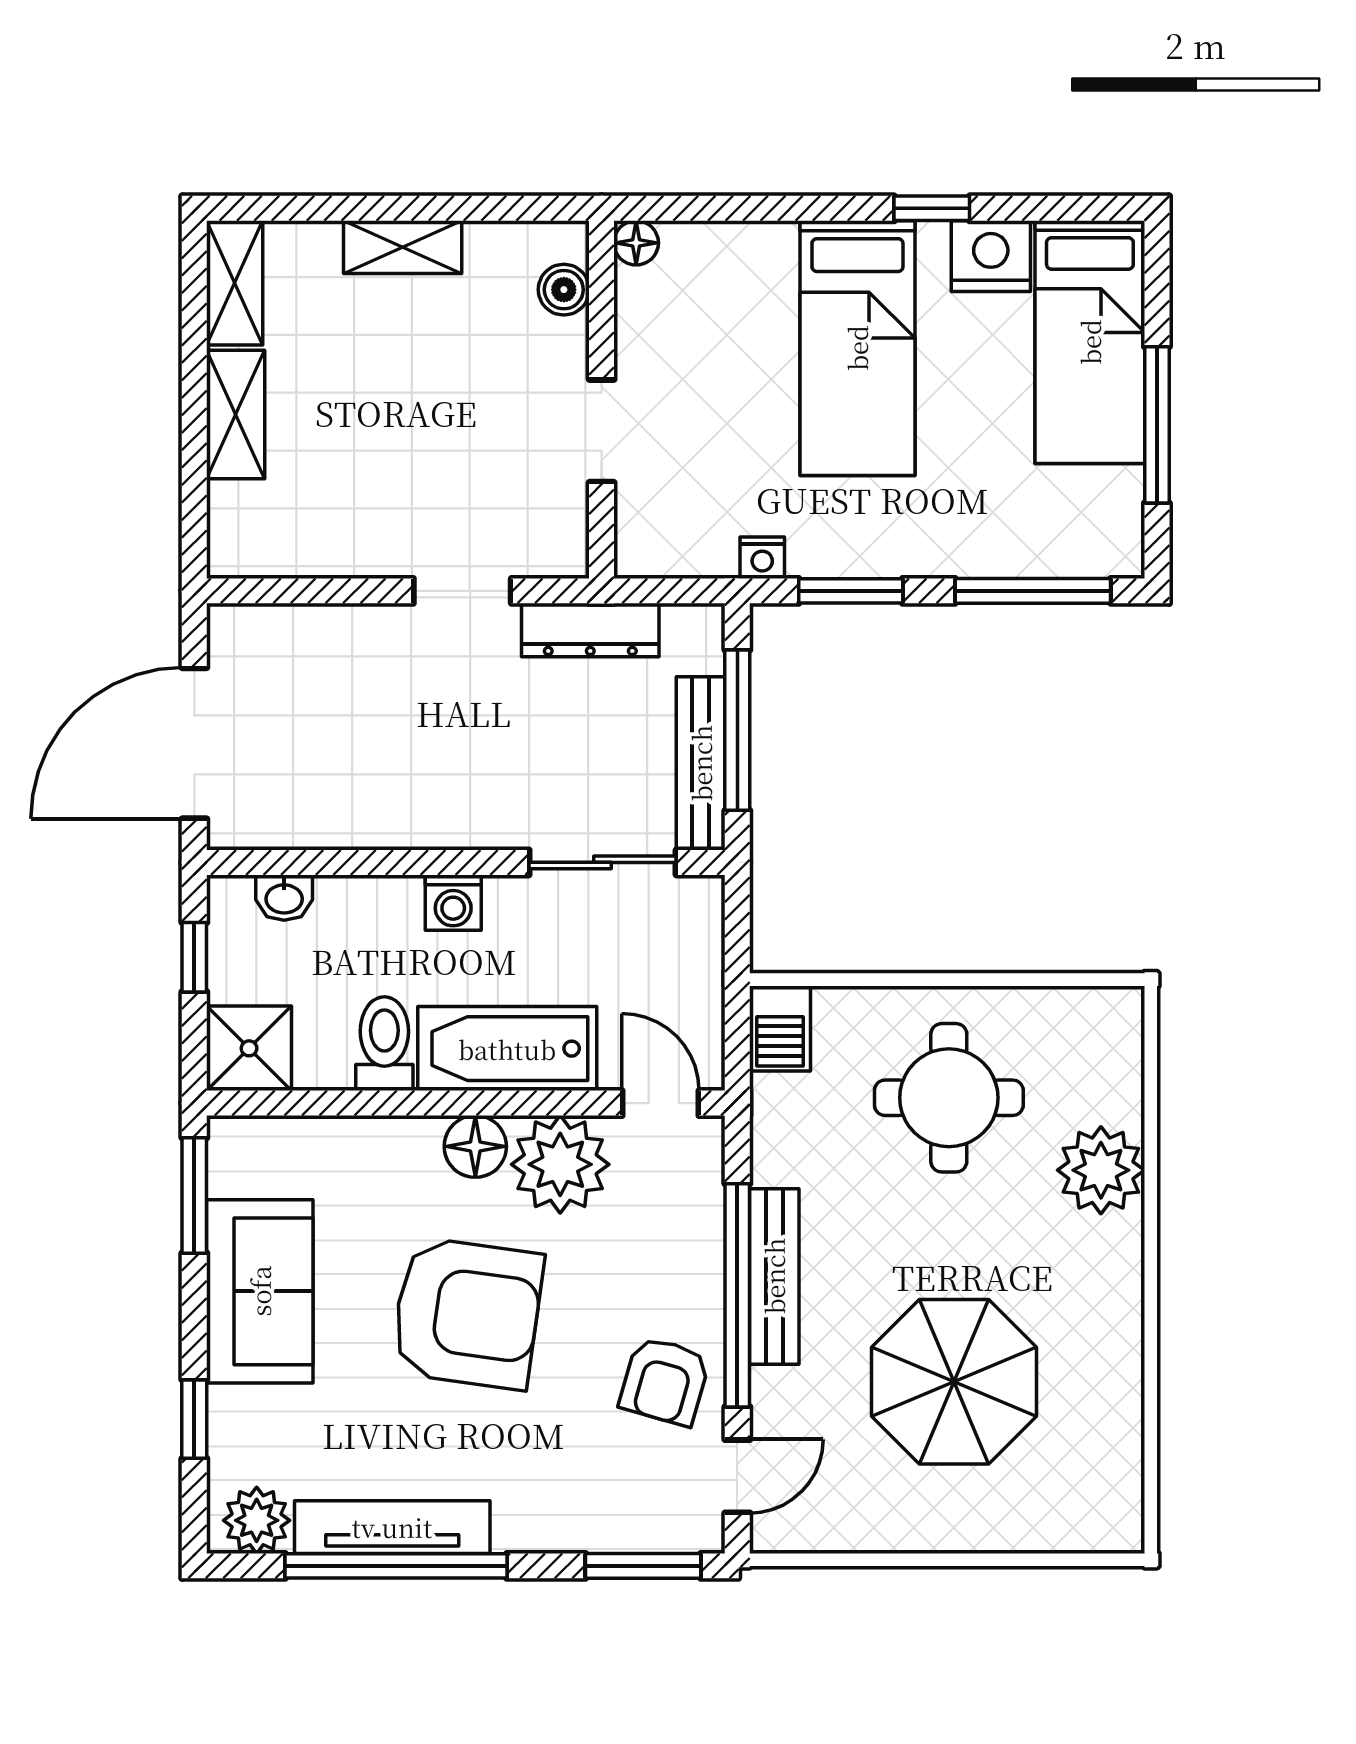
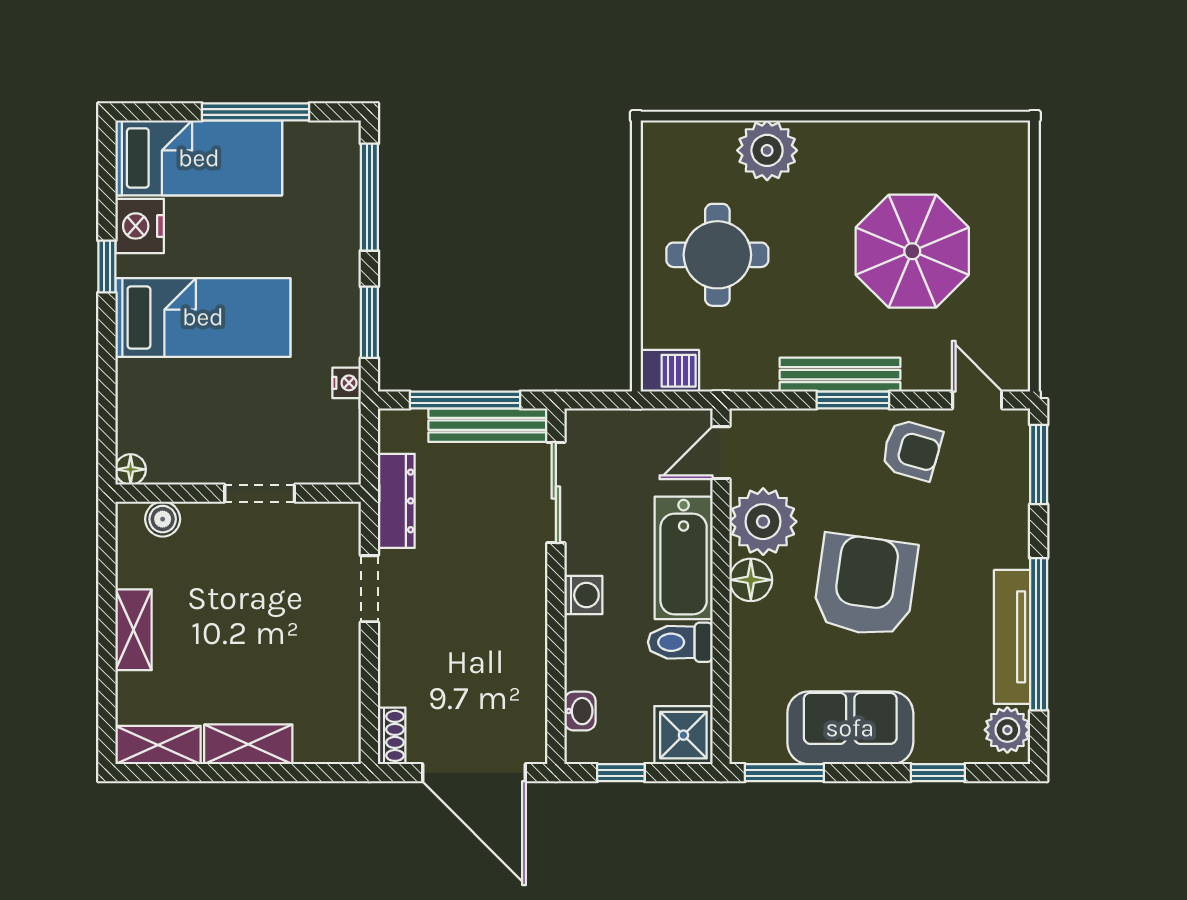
shoe rack: (248, 623) -> (392, 736), added
window: (737, 1295) -> (853, 400), width x0.47

